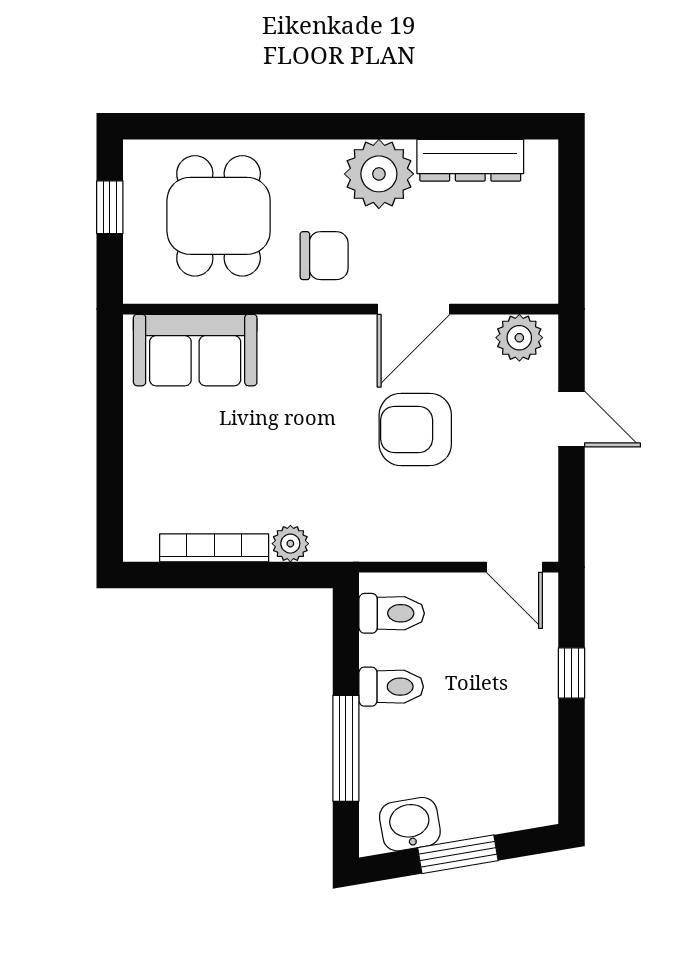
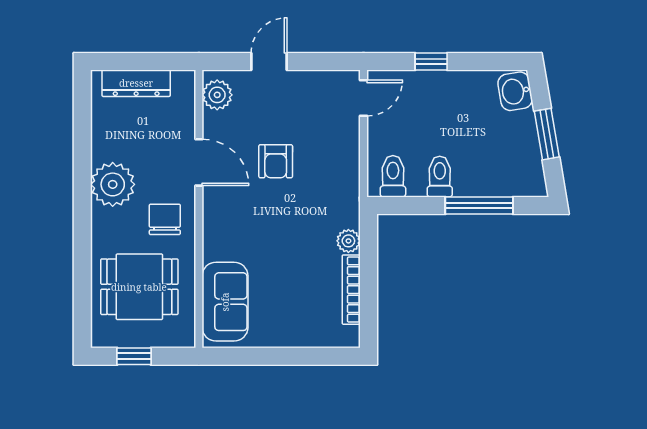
dresser: (470, 160) -> (136, 83), moved, turned 90
armchair: (415, 429) -> (276, 161), width x0.72, depth x0.72
washbasin: (410, 824) -> (515, 91), moved

